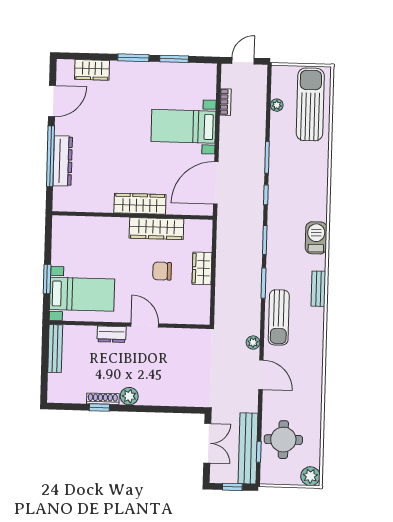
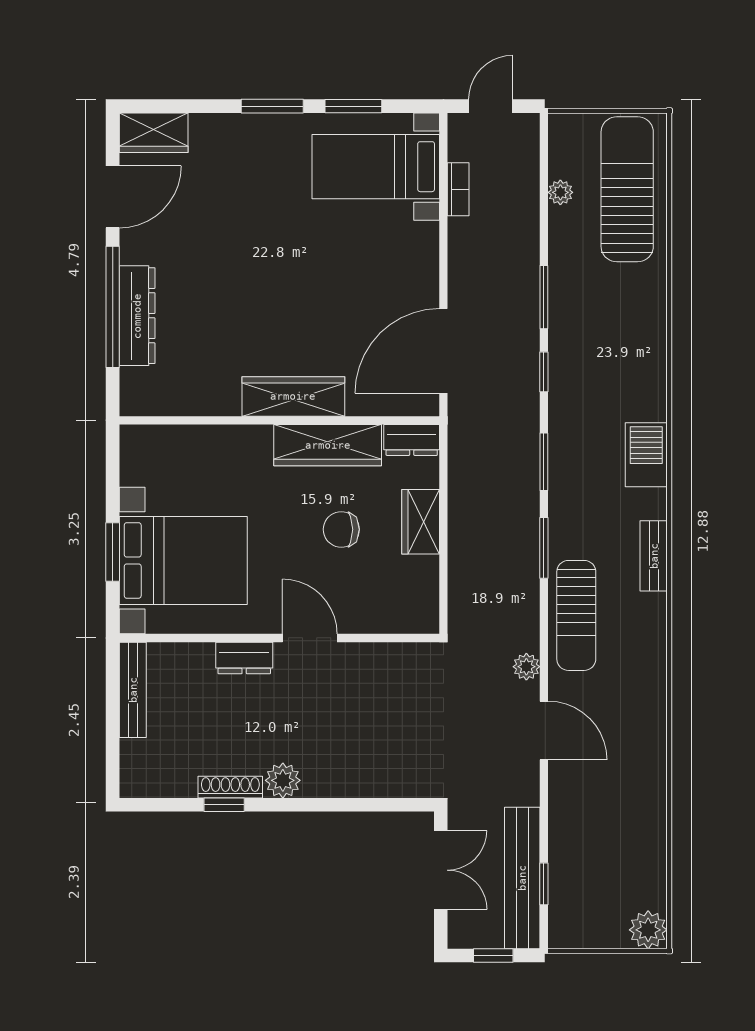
wardrobe: (92, 70) -> (154, 133), moved
bed with nightstands: (183, 126) -> (376, 167), moved
dresser: (199, 227) -> (412, 440), added
bed with nightstands: (82, 294) -> (183, 560), width x1.36
round table: (283, 440) -> (592, 858), removed

